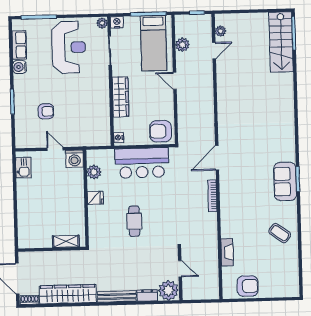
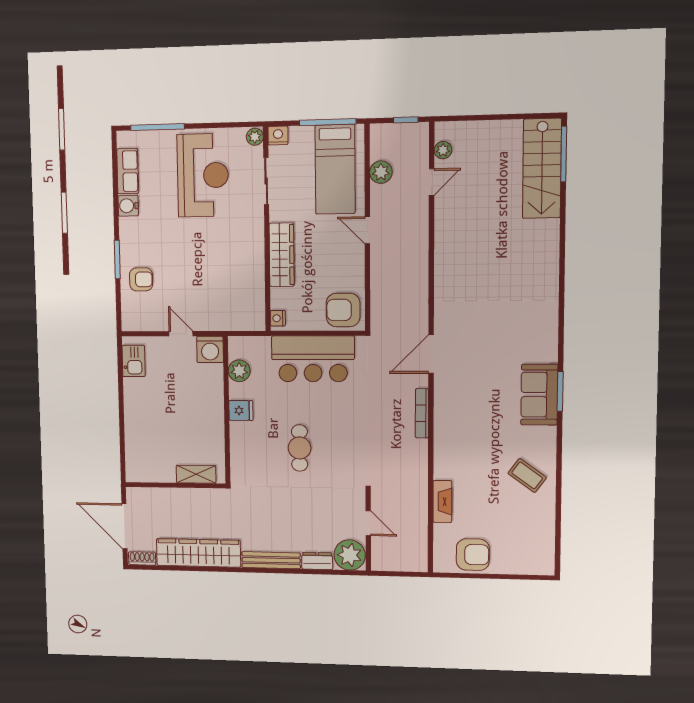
armchair: (46, 111) -> (141, 279), moved

